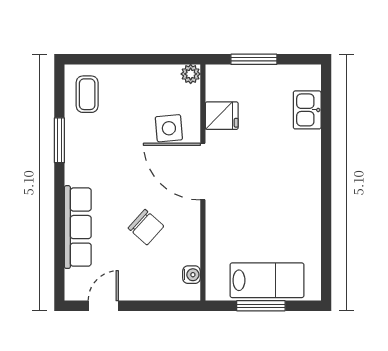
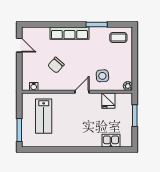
door: (203, 172) -> (82, 92), width x0.53
row of seats: (78, 227) -> (69, 33), moved
lab bench: (267, 280) -> (44, 116), moved
window: (261, 306) -> (19, 130), moved

